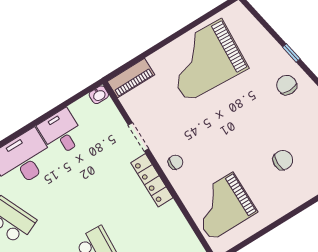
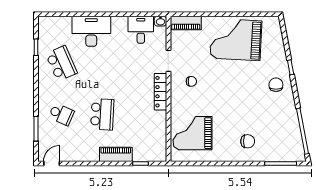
desk: (61, 133) -> (141, 30), moved
chair: (283, 160) -> (248, 141), moved
chair: (175, 162) -> (191, 81), moved

